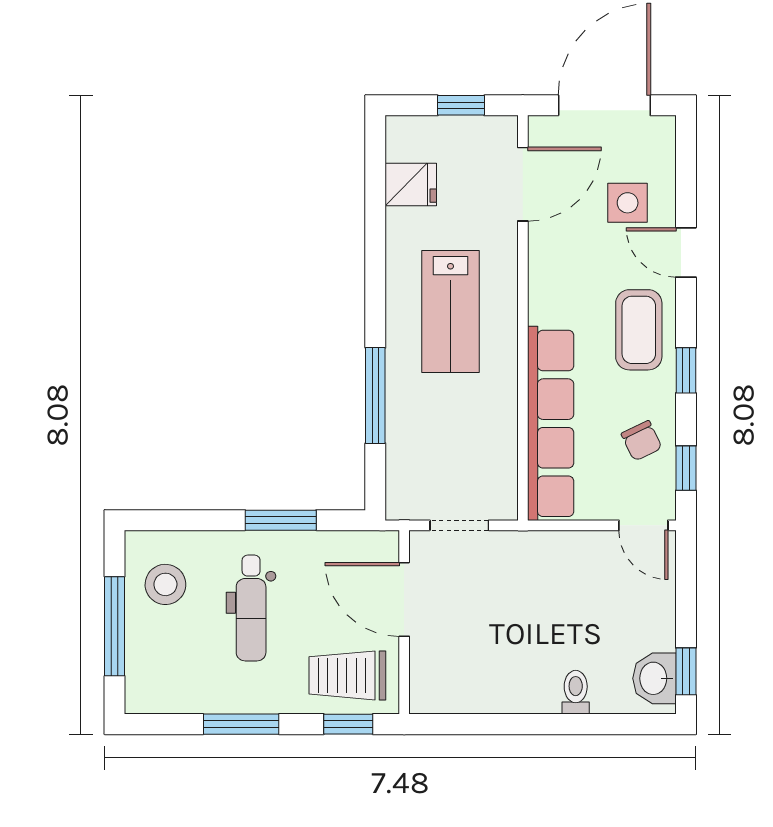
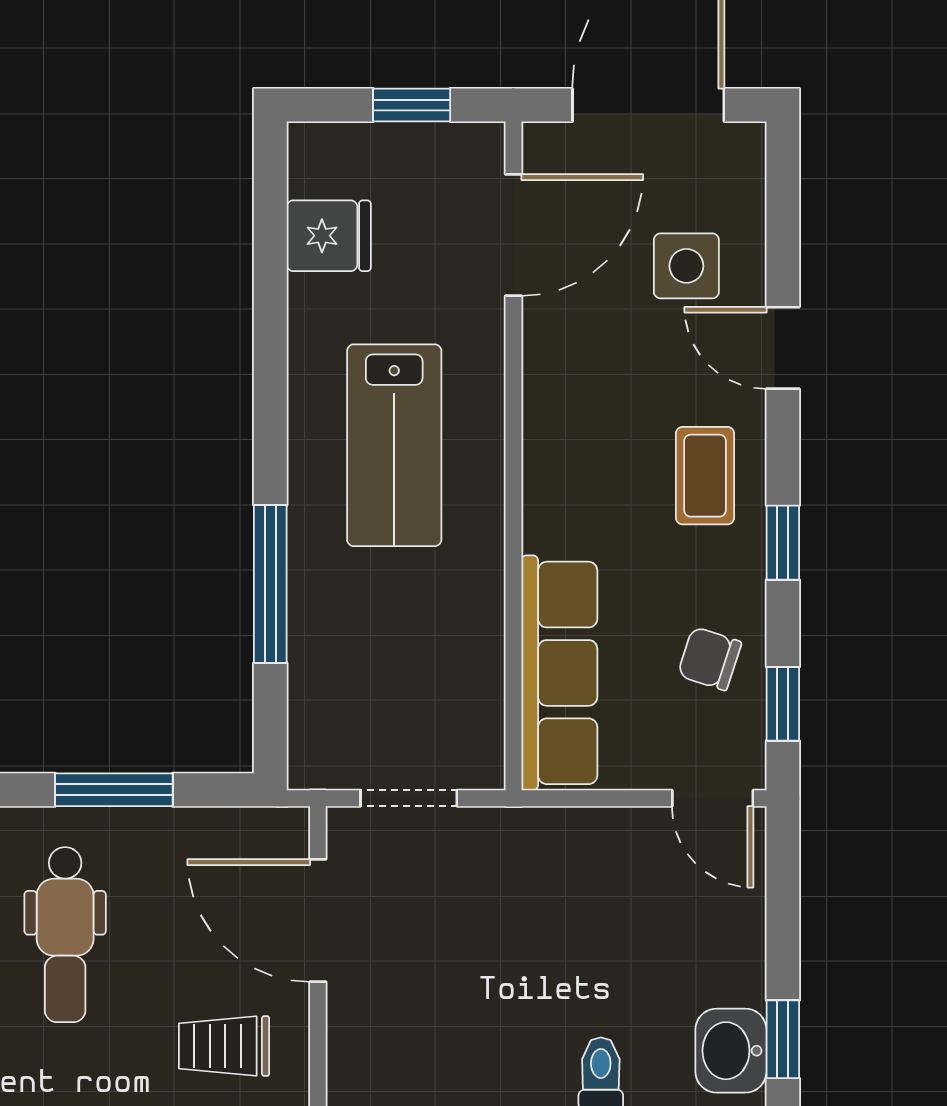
coffee table: (639, 330) -> (705, 476), width x0.73, depth x0.77
row of seats: (551, 423) -> (559, 673), width x0.73
chair: (642, 441) -> (710, 659), turned 134
trolley: (347, 675) -> (224, 1046), width x0.73, depth x0.72

